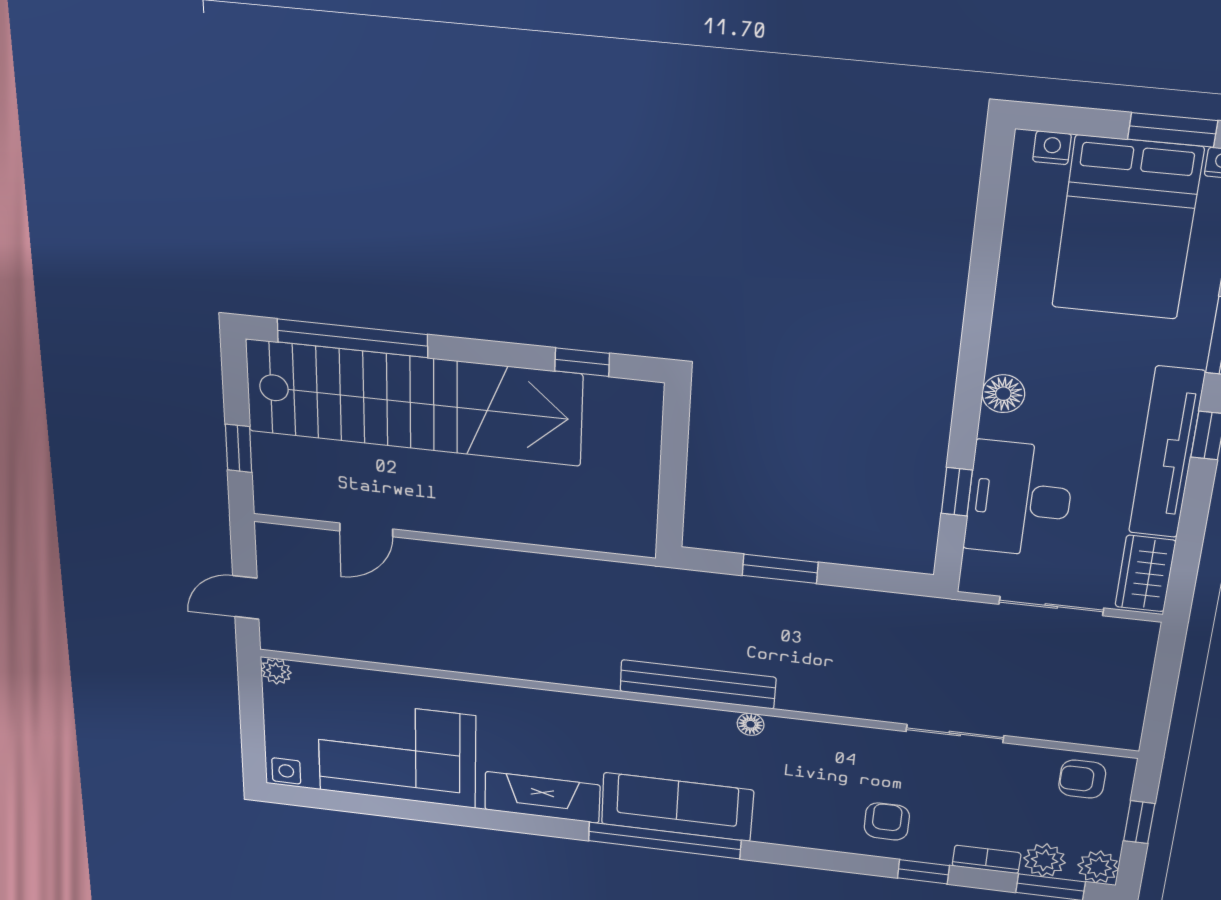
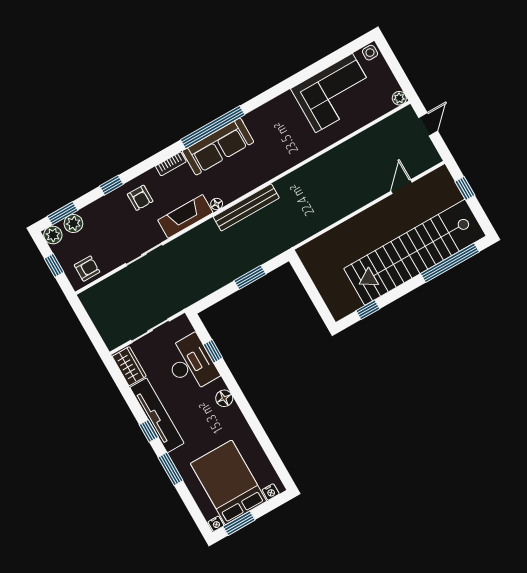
fireplace: (542, 797) -> (185, 216), moved, turned 180
bookcase: (987, 859) -> (171, 164), moved

